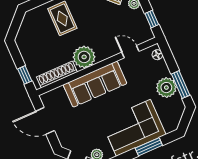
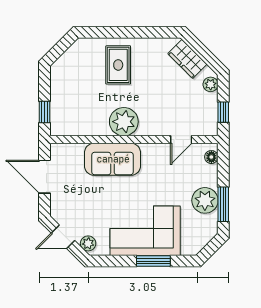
door: (130, 52) -> (181, 140), swing flipped
shoe rack: (57, 74) -> (83, 128), removed
sofa: (95, 84) -> (113, 159), width x0.73

